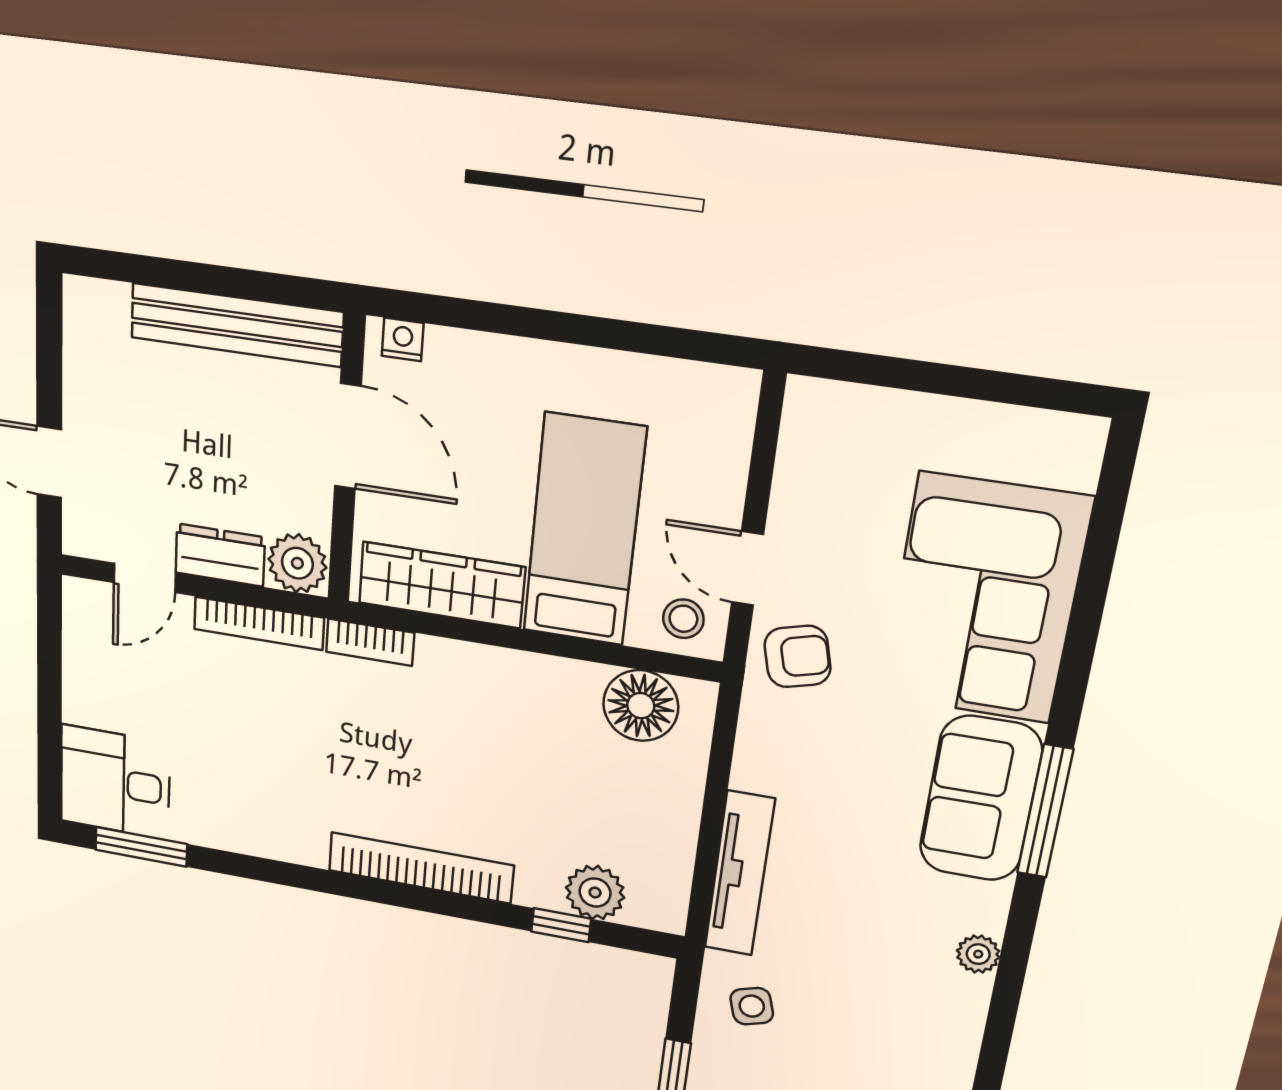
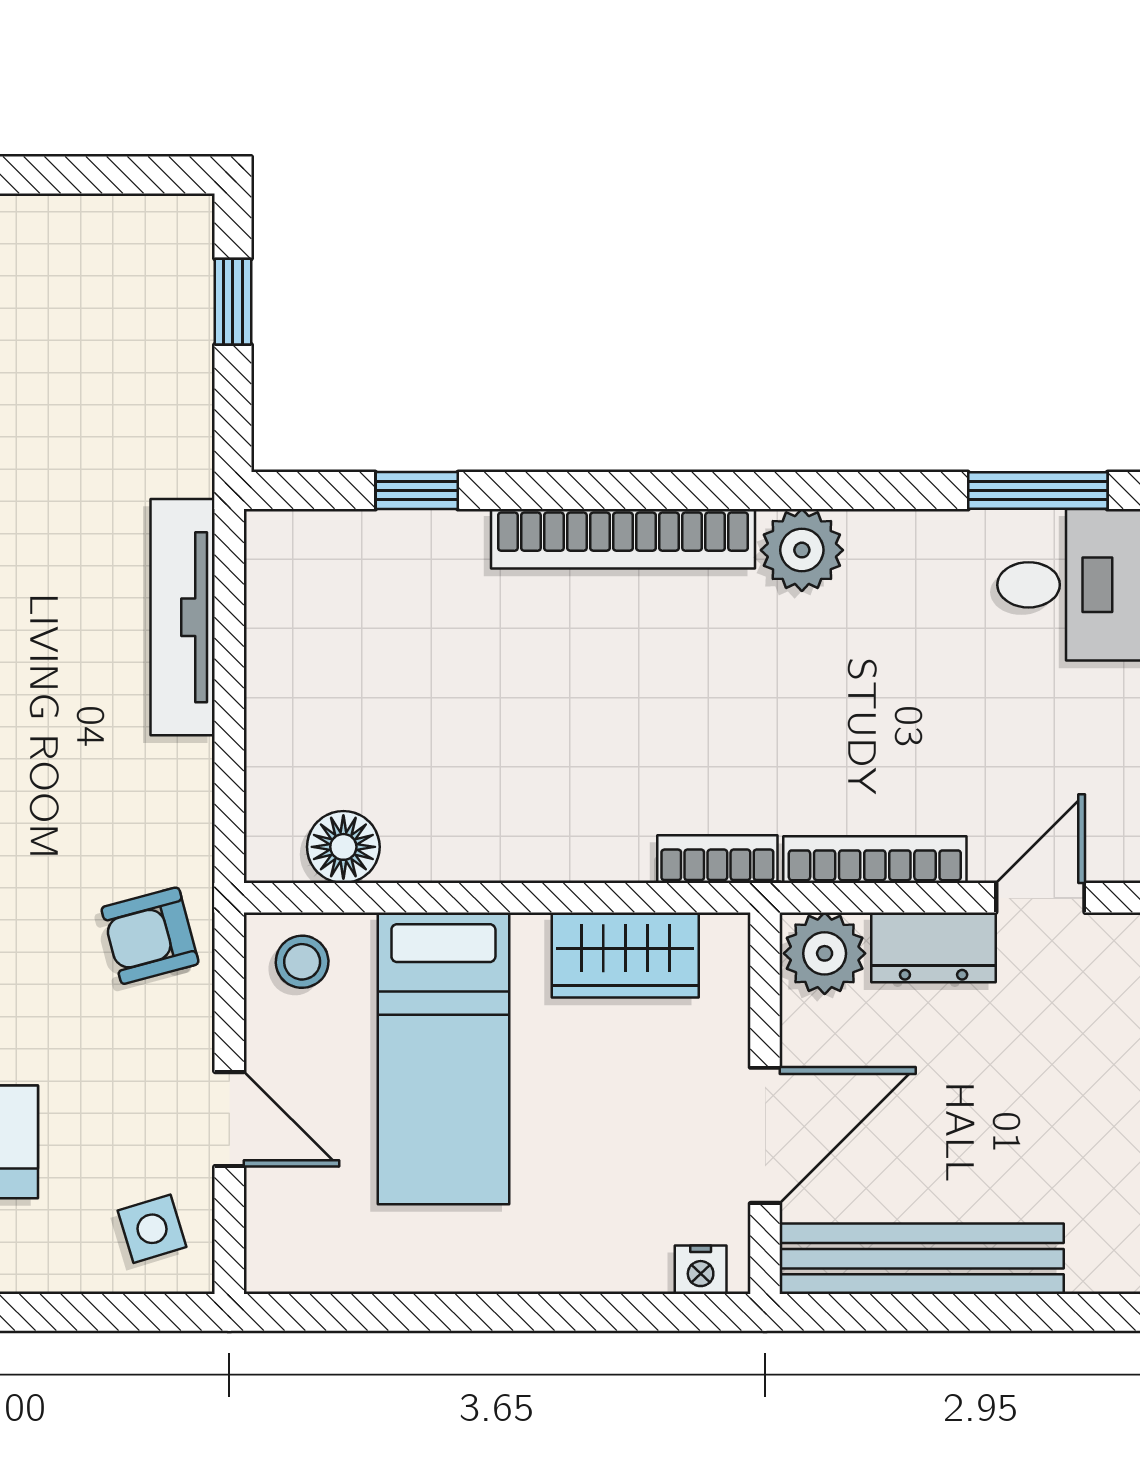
door: (348, 436) -> (765, 1135), swing flipped
door: (747, 568) -> (229, 1119), moved
wardrobe: (442, 585) -> (625, 955), width x0.67
floor lamp: (641, 706) -> (343, 847), width x0.73, depth x0.73
plant: (595, 893) -> (802, 550), moved
side table: (752, 1006) -> (152, 1229), moved

